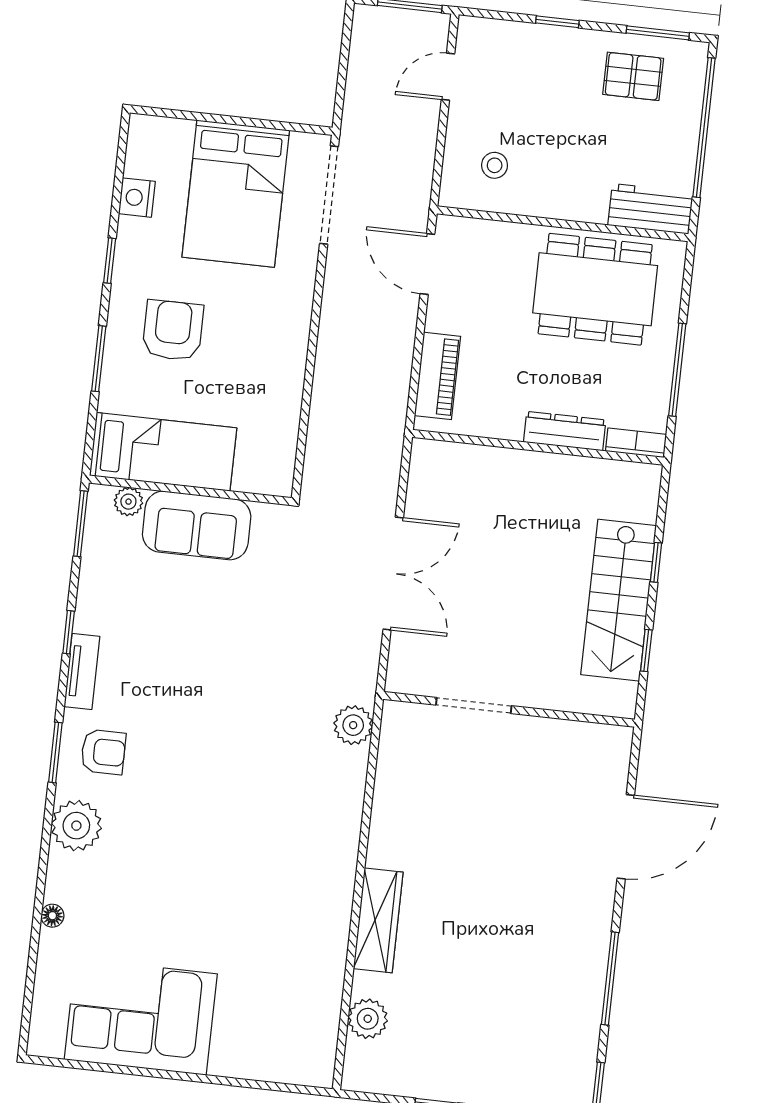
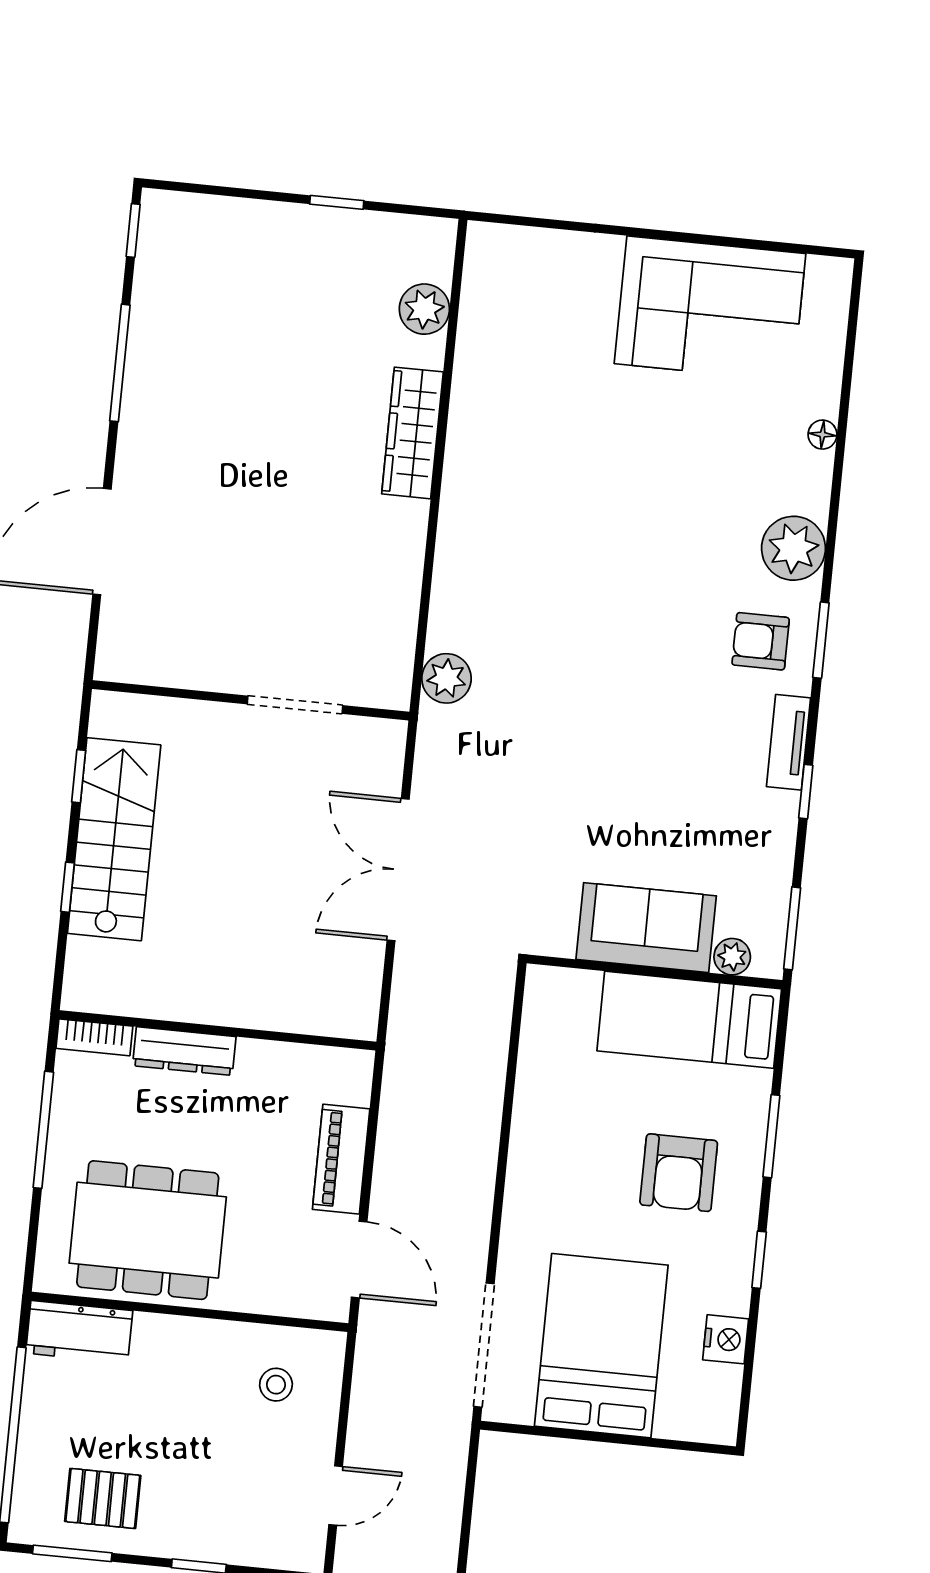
piano: (437, 376) -> (341, 1159), moved

